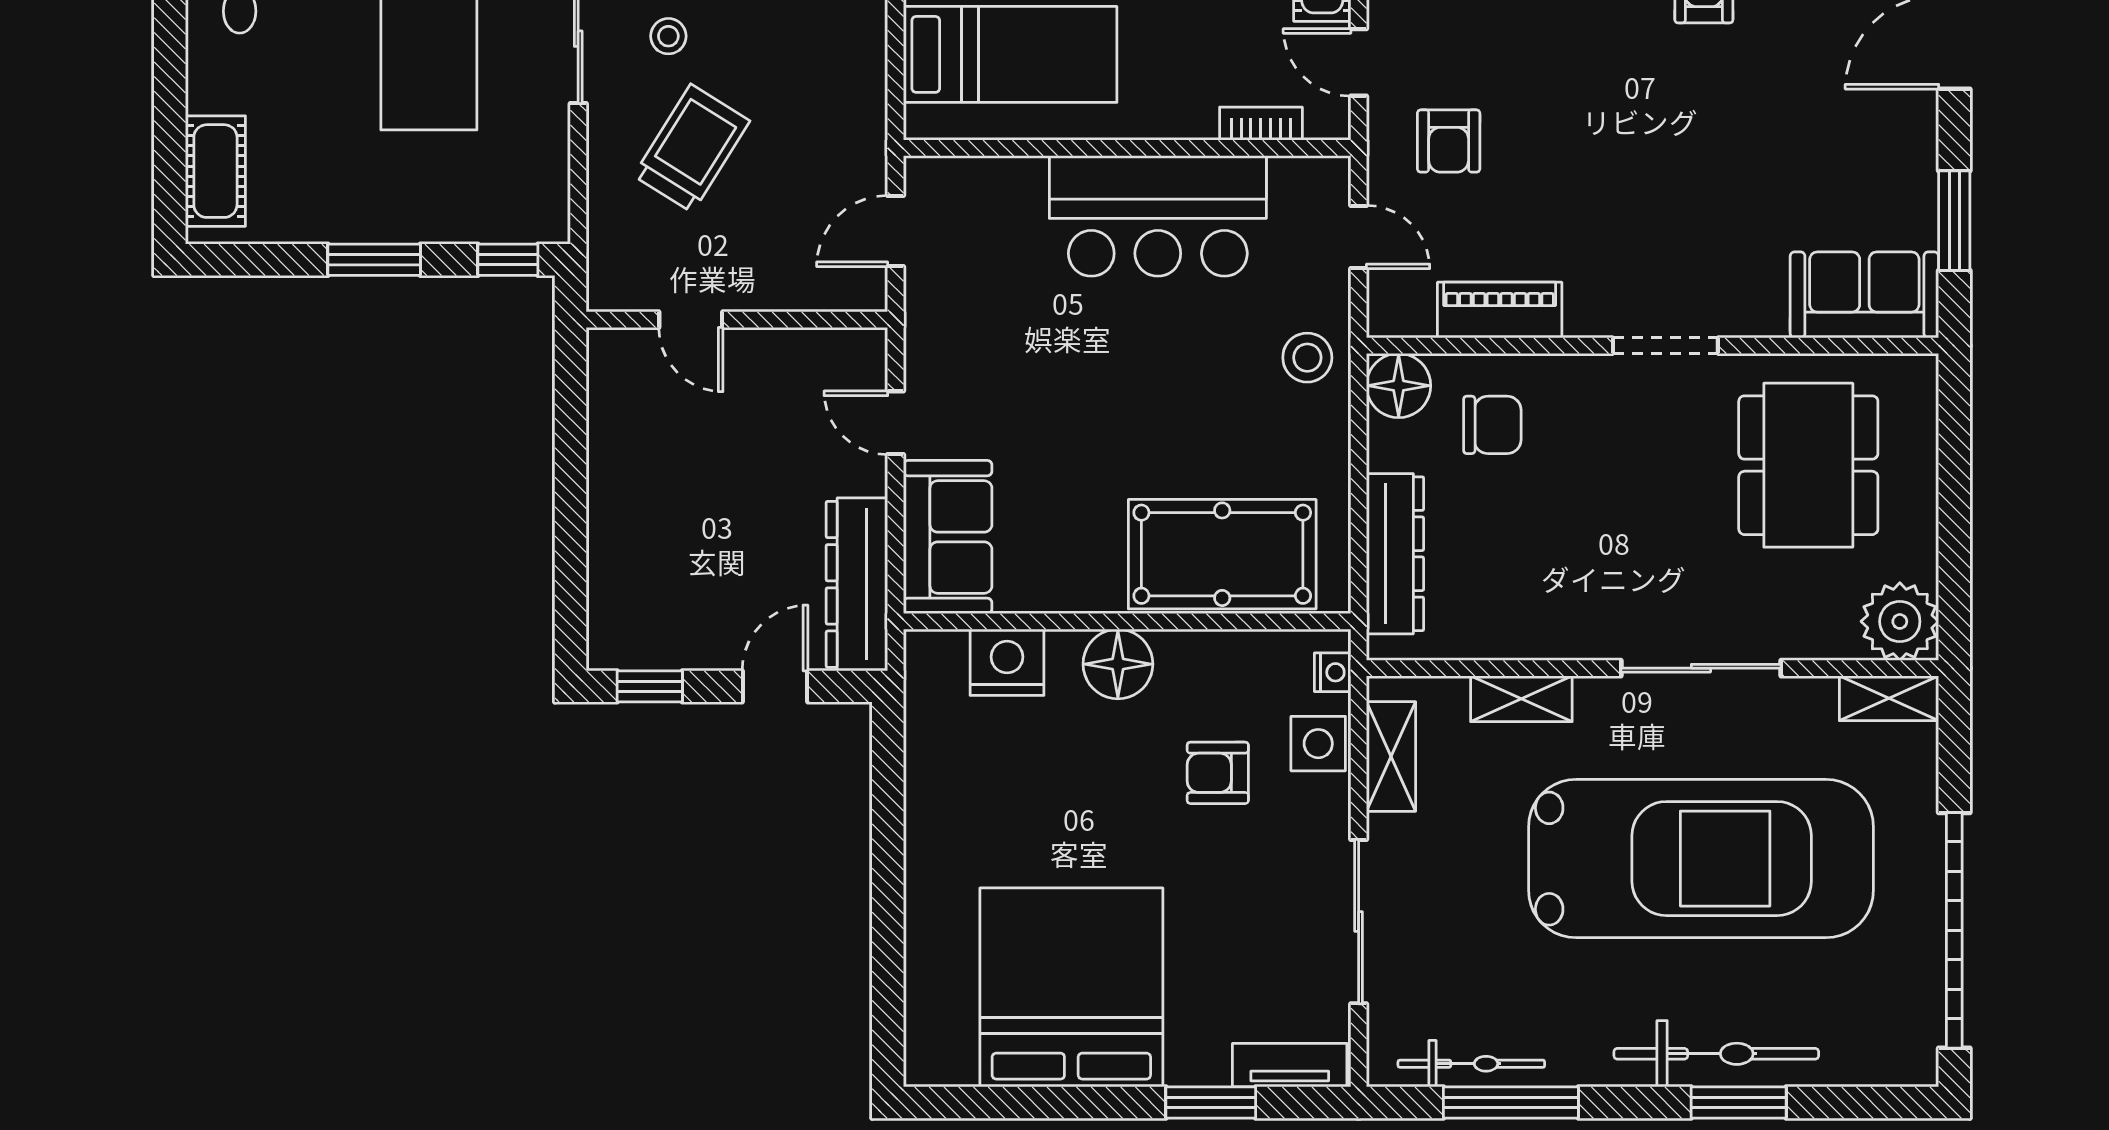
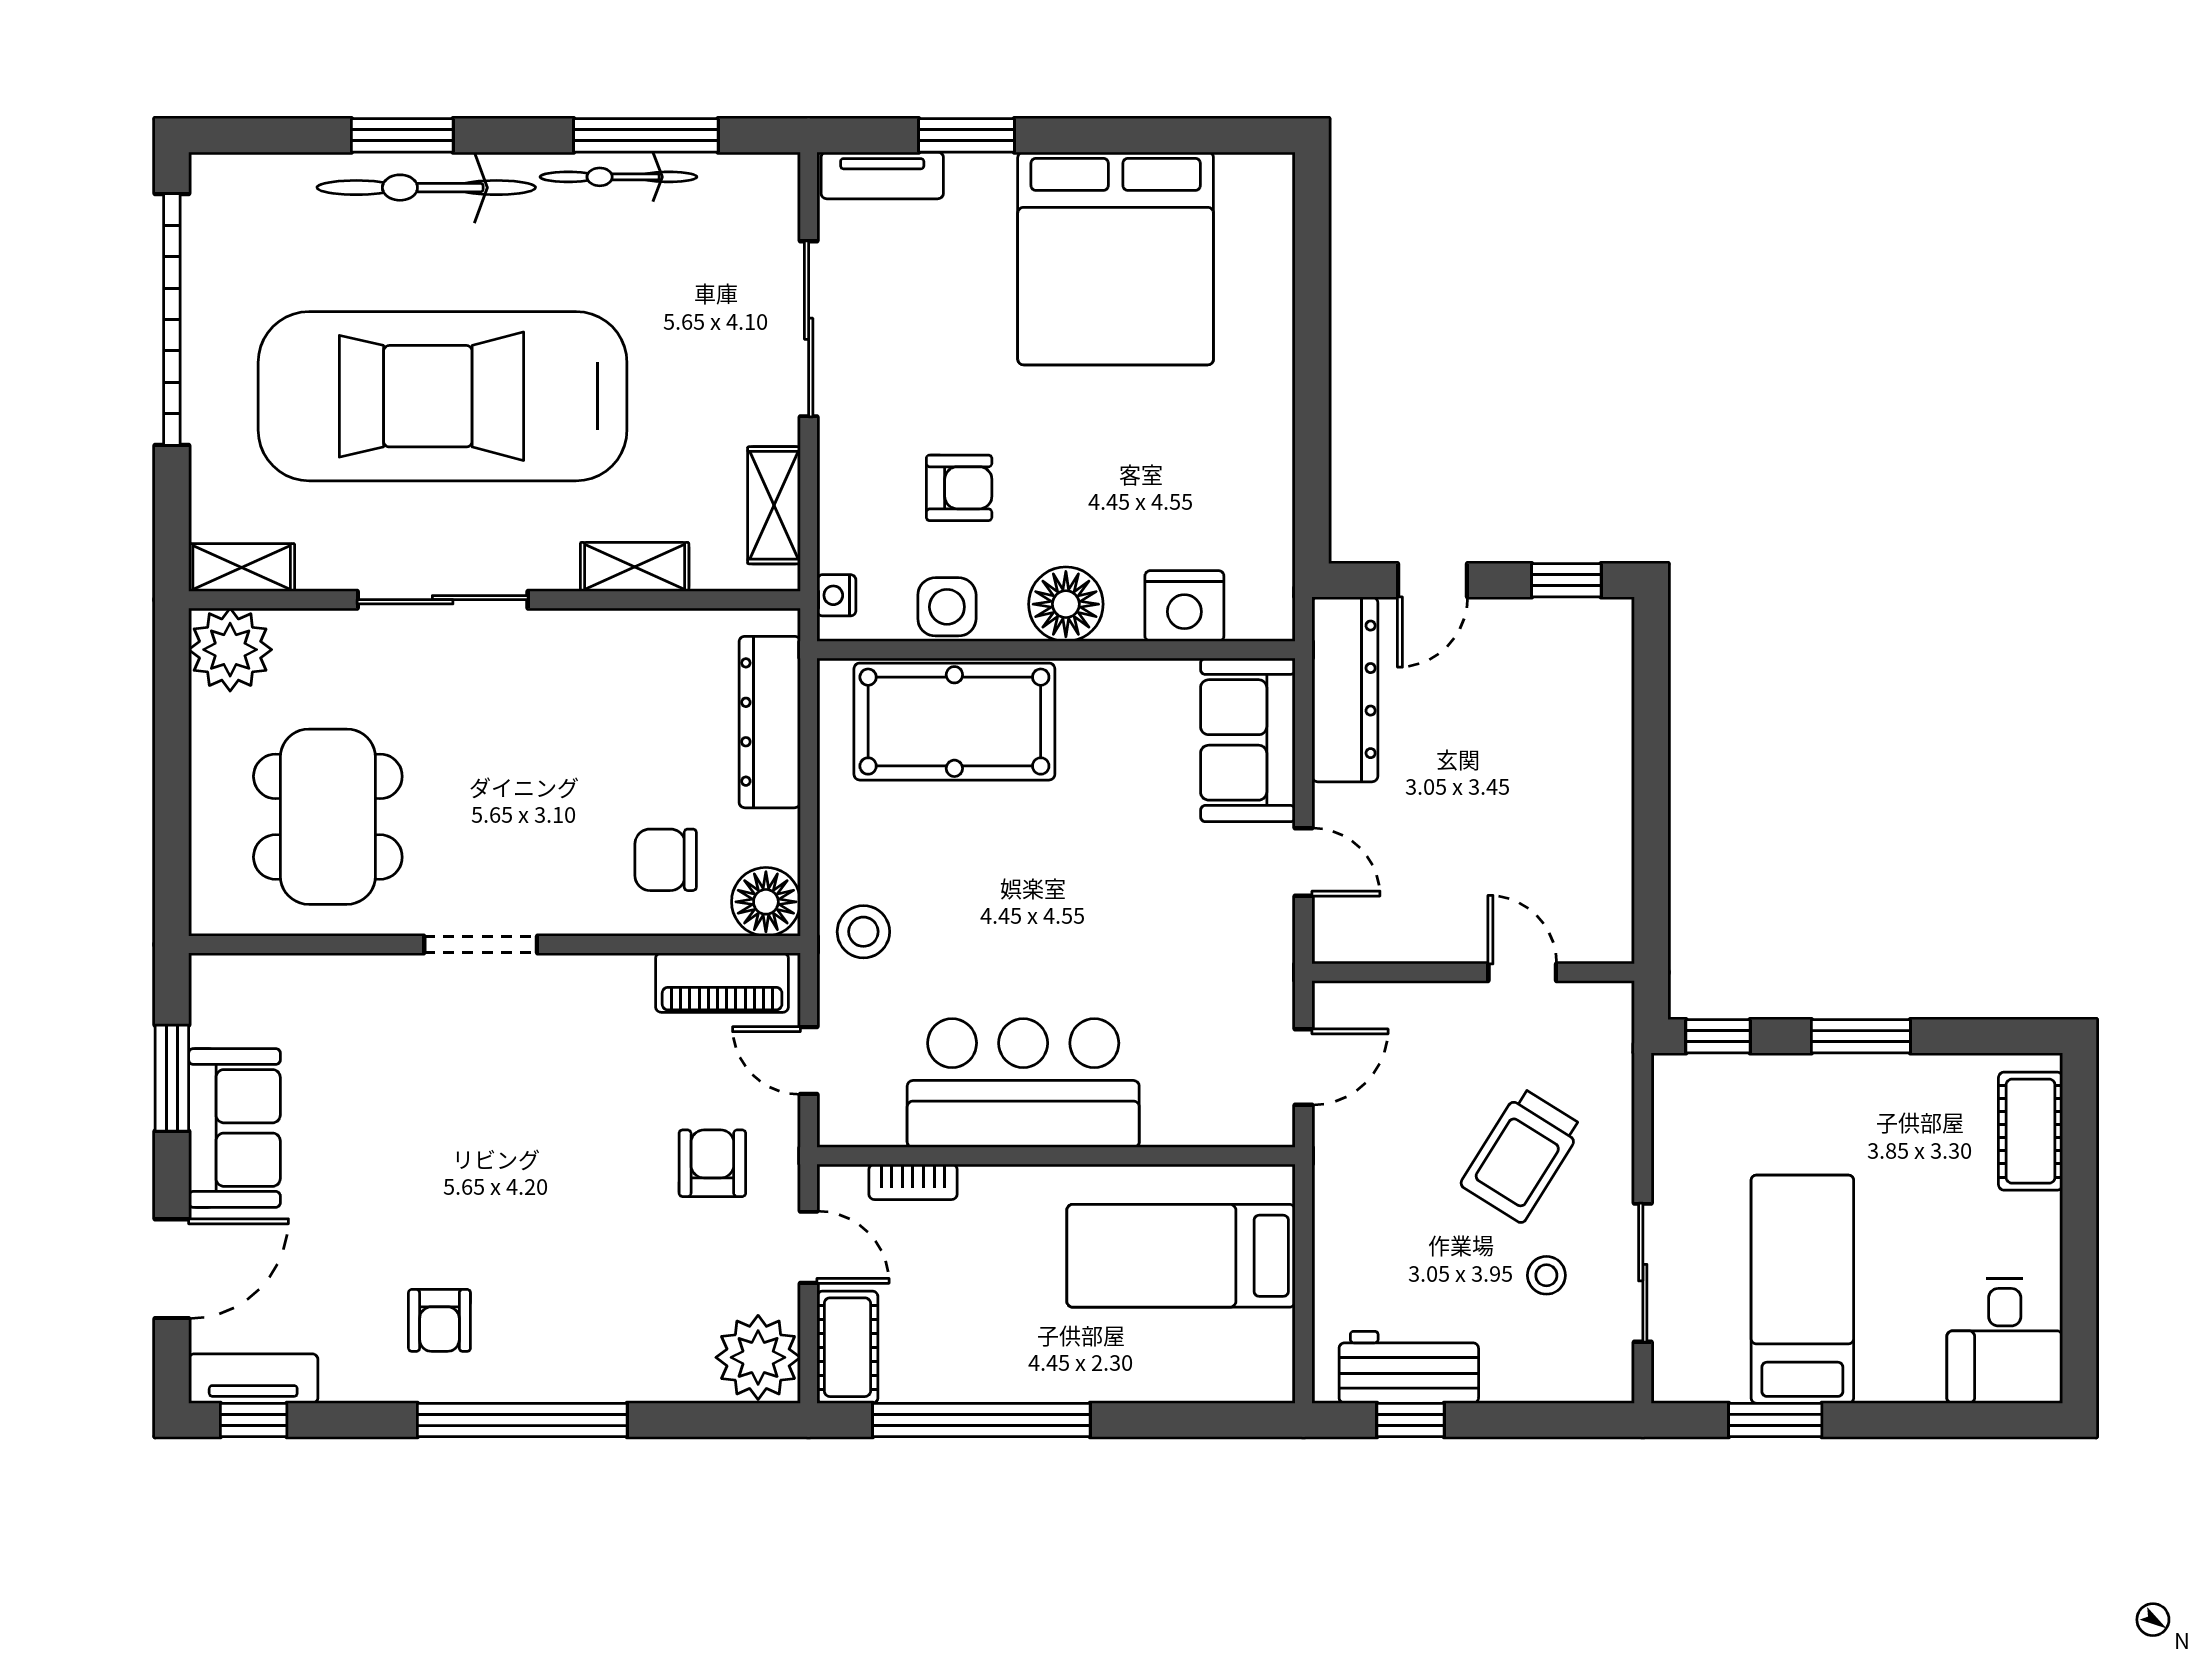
sofa: (1864, 295) -> (234, 1128), moved, turned -90
piano: (1500, 310) -> (722, 983), moved
side table: (1318, 744) -> (947, 607), moved
bicycle: (1471, 1064) -> (618, 177), moved

